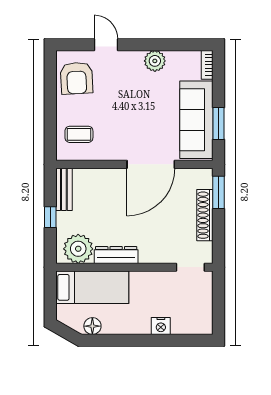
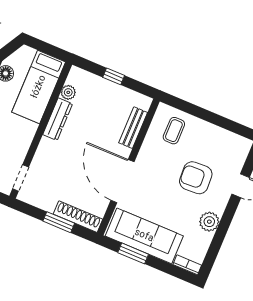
armchair: (77, 78) -> (196, 178), moved
bench: (64, 189) -> (133, 128), moved, turned 90
window: (218, 192) -> (59, 222), moved
shoe rack: (205, 215) -> (78, 217), moved
plant: (78, 249) -> (68, 92), width x0.53, depth x0.53

